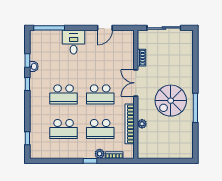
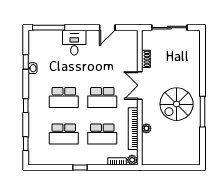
window: (27, 84) -> (26, 106), moved
plant: (100, 154) -> (132, 160), moved
window: (90, 161) -> (80, 167), moved

